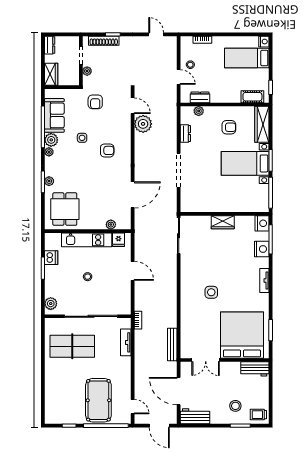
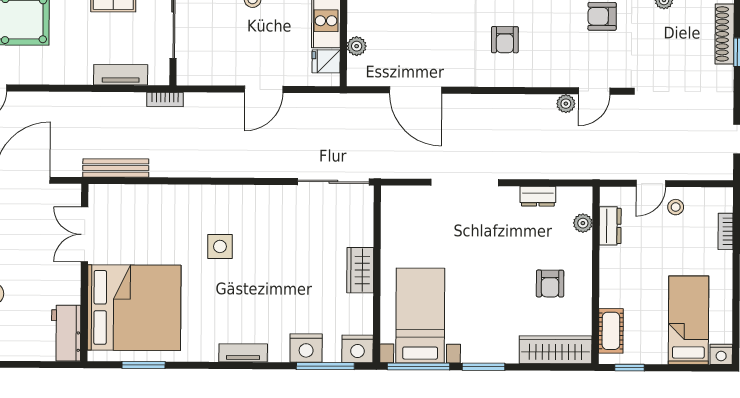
plant: (143, 124) -> (566, 104), width x0.53, depth x0.53
bed with nightstands: (245, 163) -> (420, 315), moved

